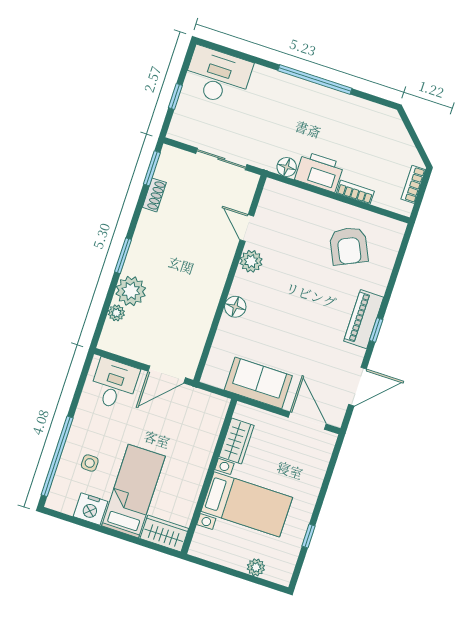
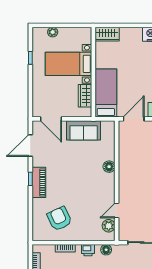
printer: (319, 172) -> (88, 250), width x0.53, depth x0.68
door: (247, 228) -> (117, 210), swing flipped
plant: (251, 261) -> (109, 226), moved
bed: (133, 491) -> (106, 93), moved, turned 180

